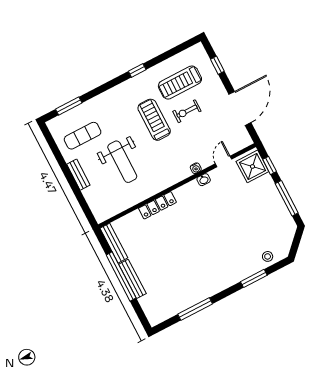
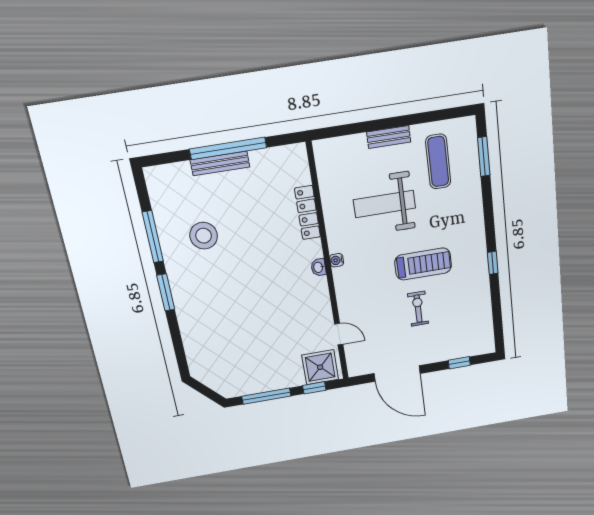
treadmill: (180, 83) -> (457, 311), removed
water cooler: (196, 168) -> (337, 260), moved
washbasin: (204, 180) -> (318, 267), moved
locker: (157, 205) -> (308, 213), moved
bench: (114, 243) -> (278, 154), removed
stool: (268, 256) -> (204, 236), moved, width x1.89, depth x1.89
window: (254, 278) -> (166, 292), moved

